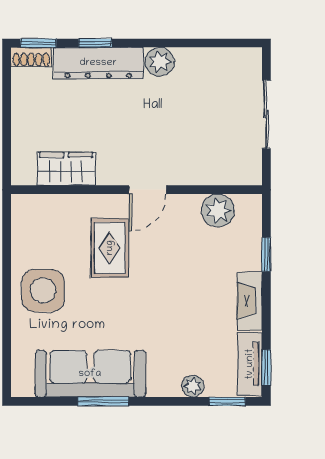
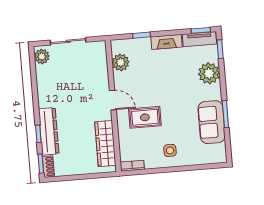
plant: (160, 62) -> (42, 56), moved
wardrobe: (66, 169) -> (105, 144), width x1.50
bookcase: (20, 216) -> (132, 166), added
side table: (43, 290) -> (170, 150), width x0.54, depth x0.54
sofa: (90, 374) -> (212, 122), width x0.73
plant: (193, 386) -> (209, 73), width x1.87, depth x1.87

